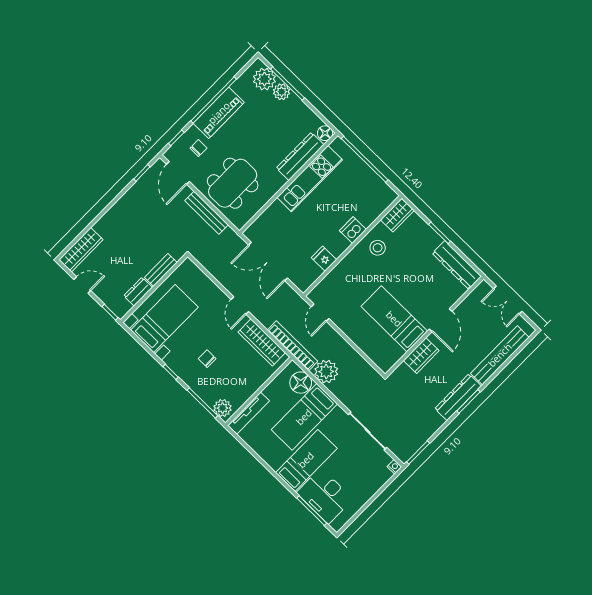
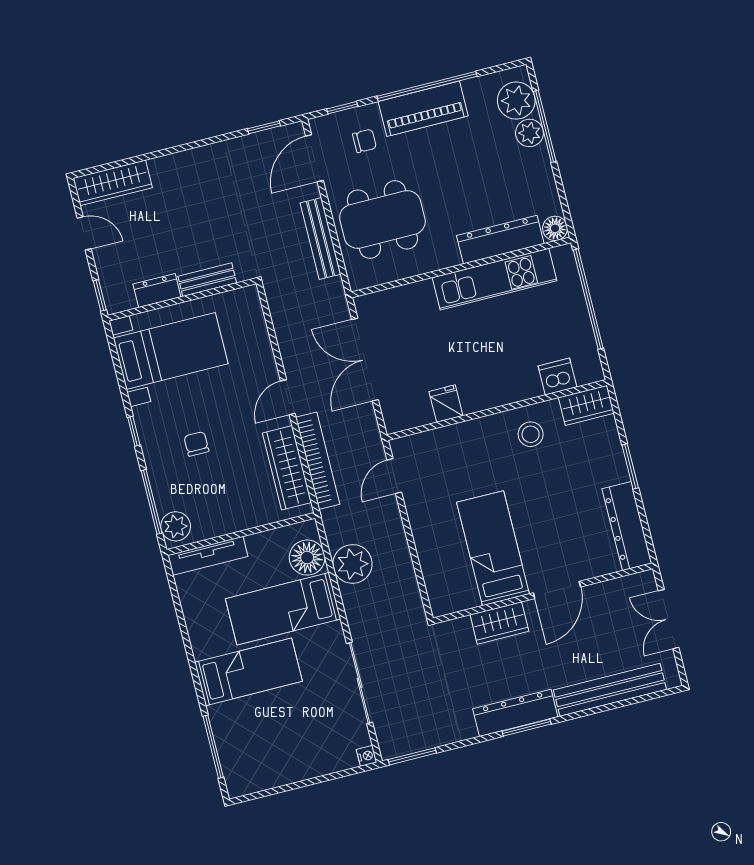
dishwasher: (353, 230) -> (557, 377), moved
bookcase: (292, 346) -> (318, 461), moved
desk: (325, 496) -> (244, 737), removed

